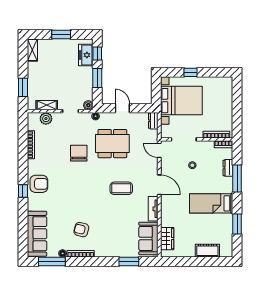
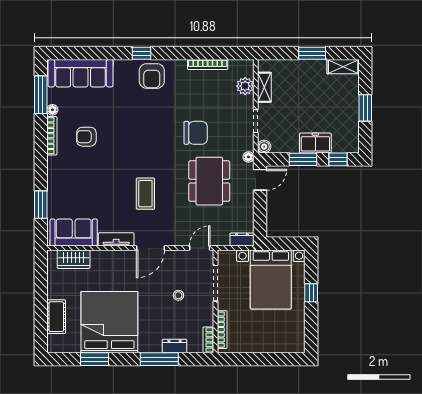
freezer: (86, 55) -> (315, 143), moved
window: (23, 87) -> (312, 53), moved
door: (122, 108) -> (260, 180), moved
bed: (211, 203) -> (109, 322), width x2.04
armchair: (81, 230) -> (86, 137), turned -104

